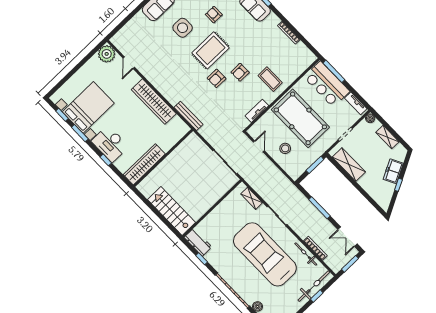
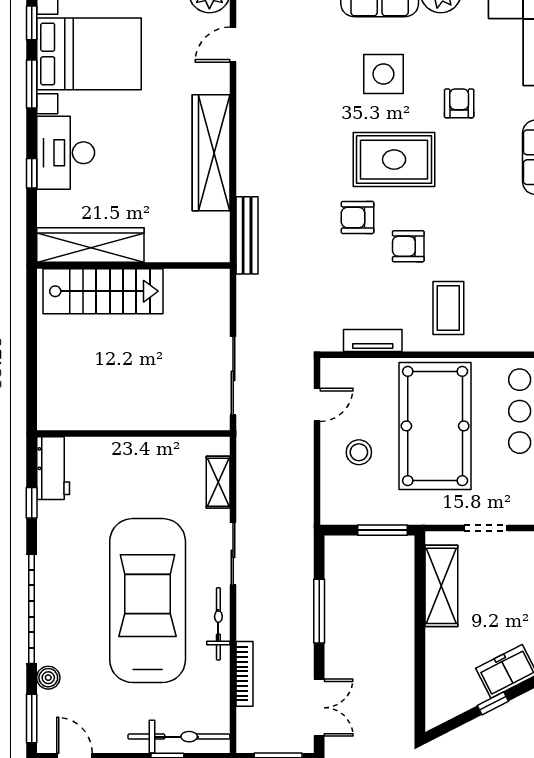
stairs: (171, 211) -> (103, 291), moved, turned 90
double door: (347, 237) -> (319, 708), swing flipped
bicycle: (306, 254) -> (218, 624), moved

